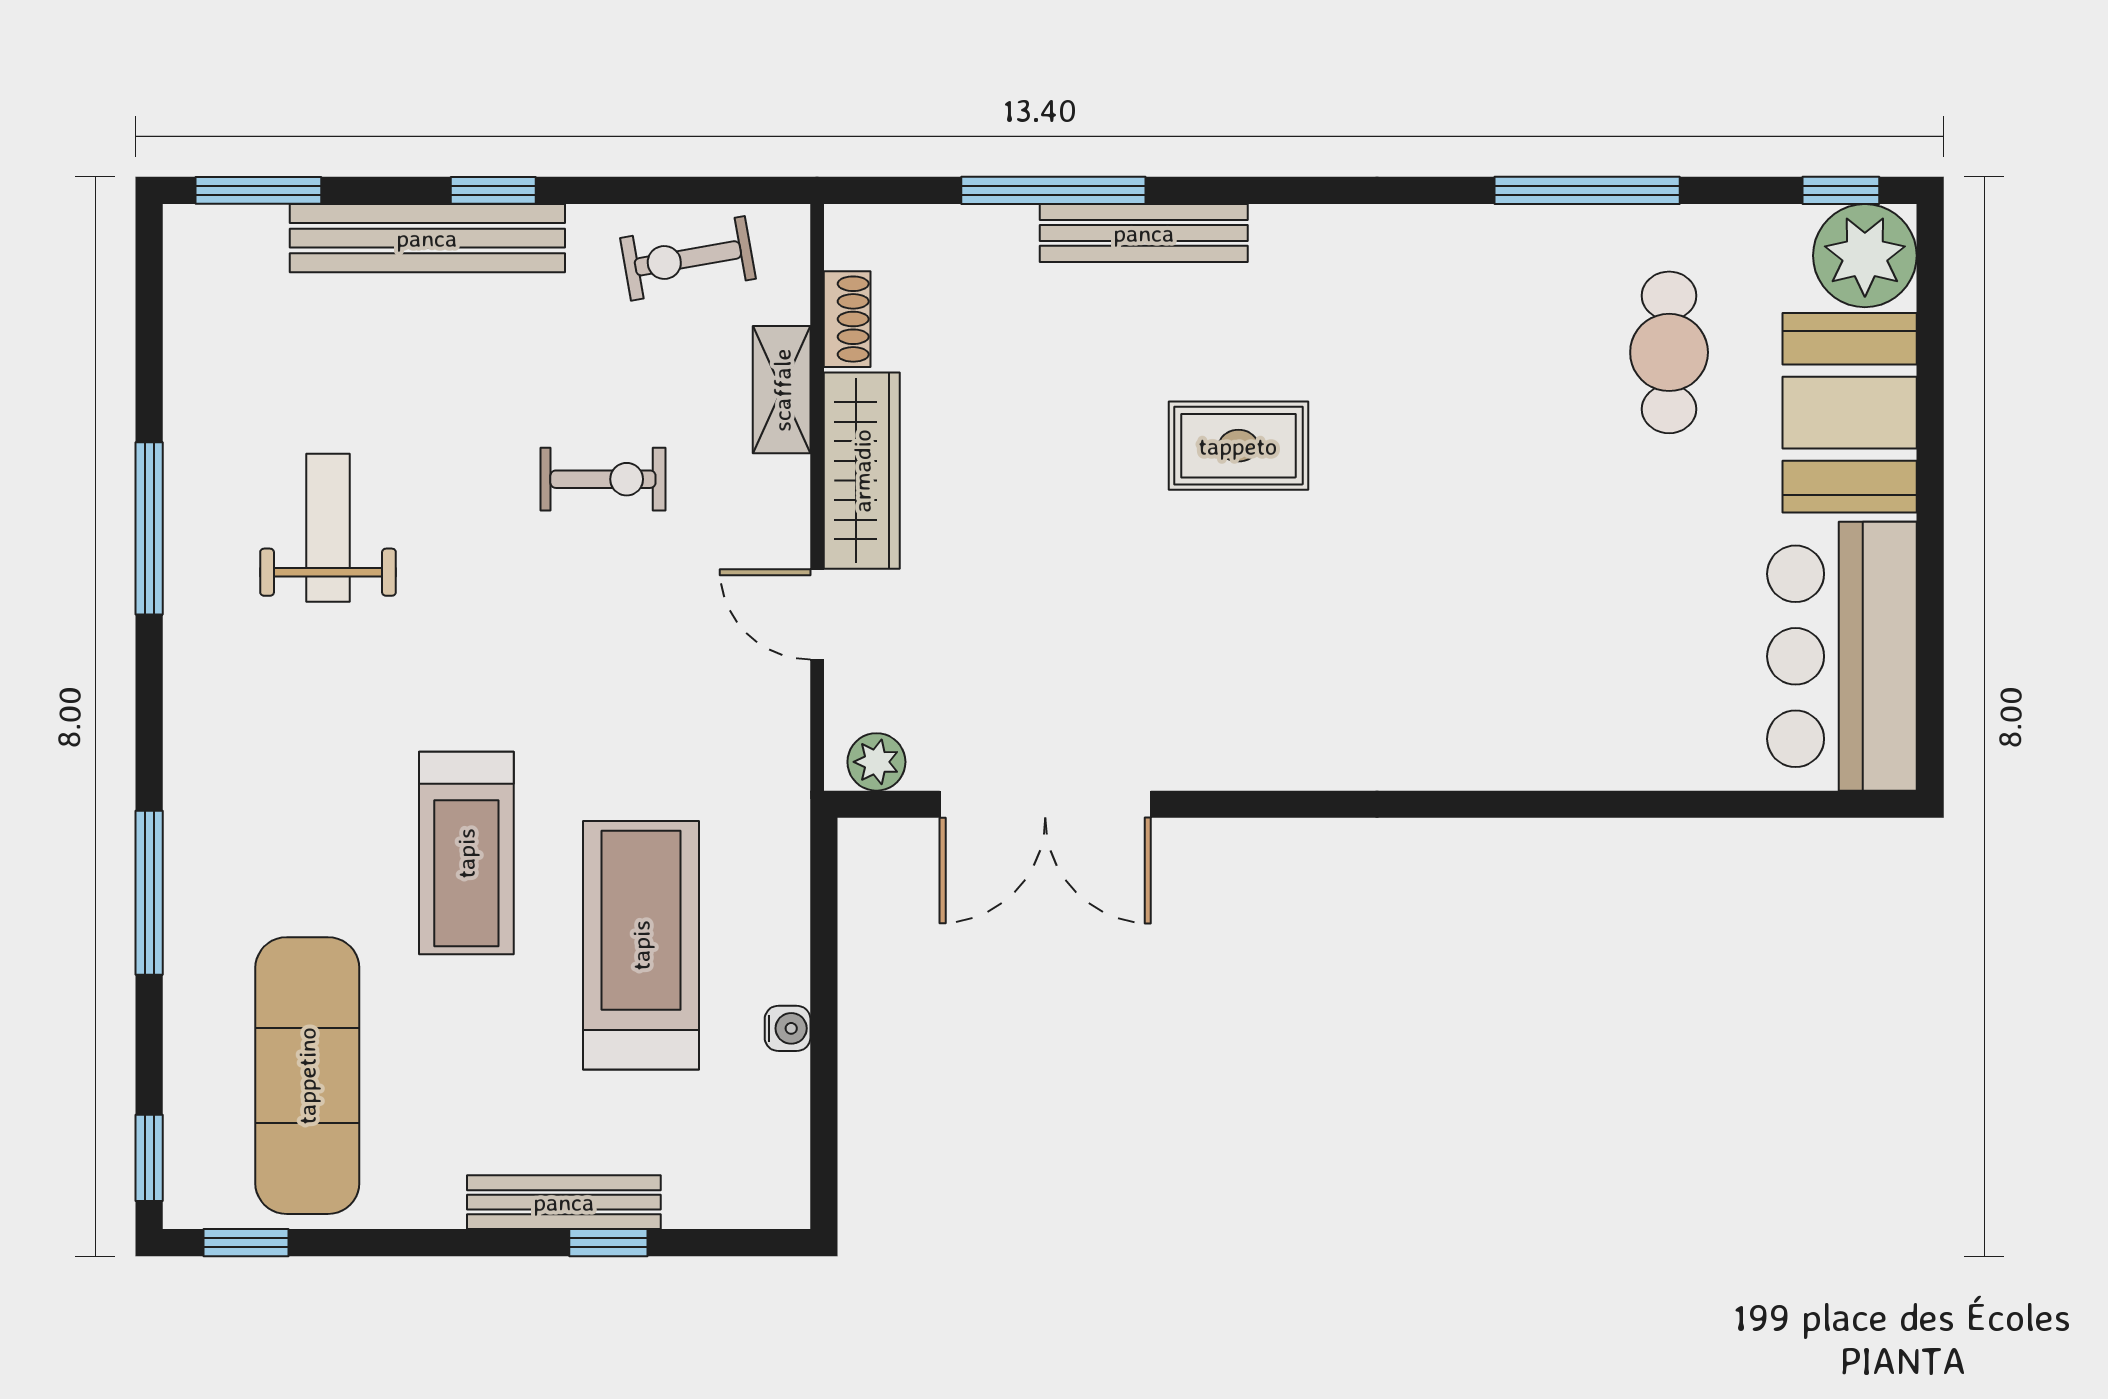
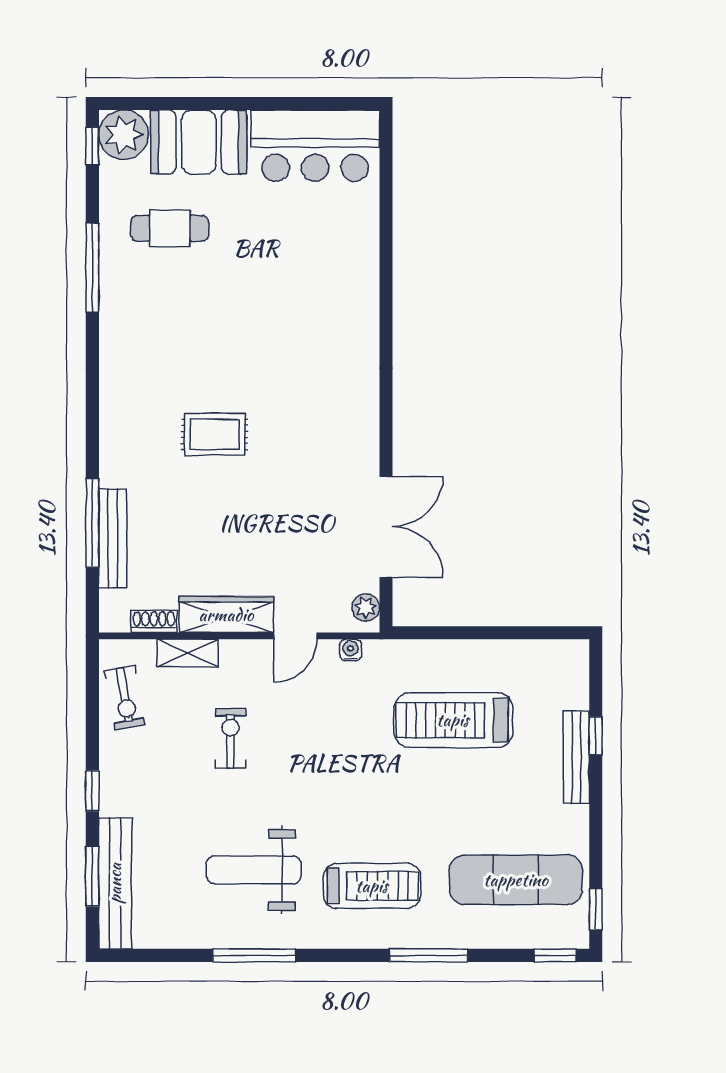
window: (258, 190) -> (92, 876), moved
bench: (1144, 233) -> (113, 538), moved
bench: (427, 238) -> (115, 883), moved
rug: (1238, 446) -> (214, 434), turned 90
weight bench: (328, 528) -> (254, 870), width x1.36, depth x1.33
treadmill: (466, 853) -> (372, 886), moved
water cooler: (788, 1028) -> (351, 650), moved

